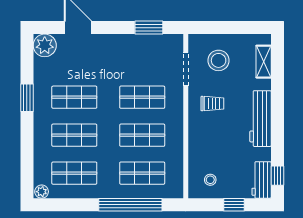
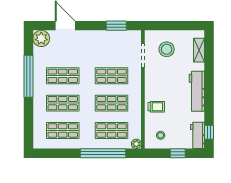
window: (27, 98) -> (28, 76), width x2.11
trolley: (212, 104) -> (156, 107), moved
plant: (42, 192) -> (136, 144), moved

